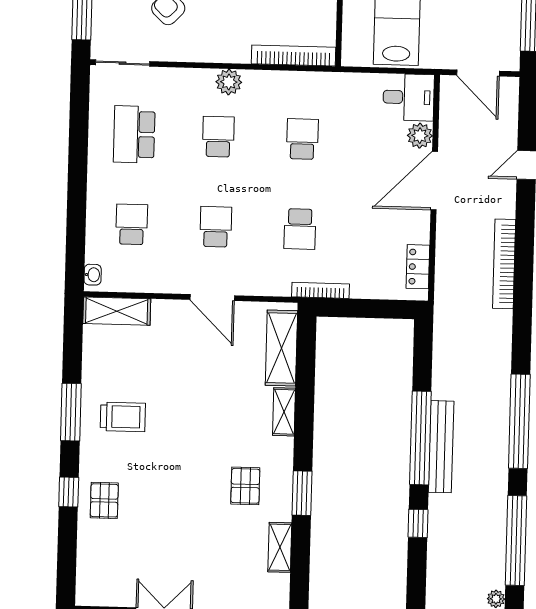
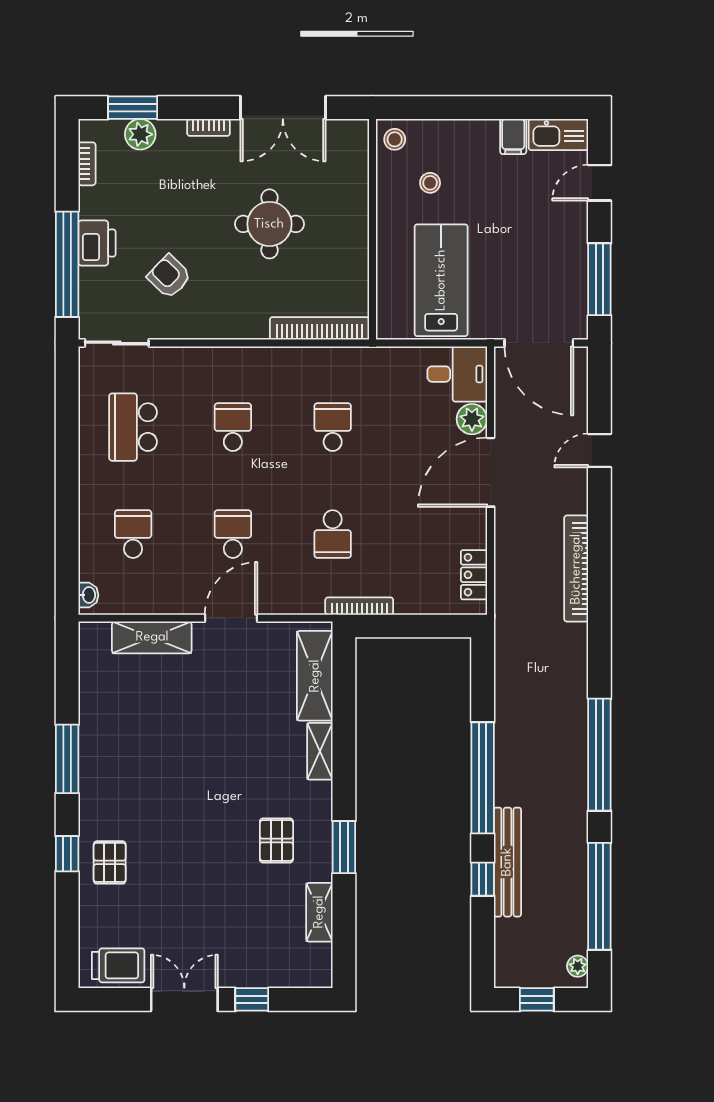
door: (478, 73) -> (539, 343), width x1.36
plant: (229, 82) -> (244, 362), removed
door: (212, 298) -> (231, 618), swing flipped
shelving: (117, 311) -> (152, 637), moved
trolley: (123, 417) -> (118, 965), moved
bench: (441, 447) -> (507, 862), moved

